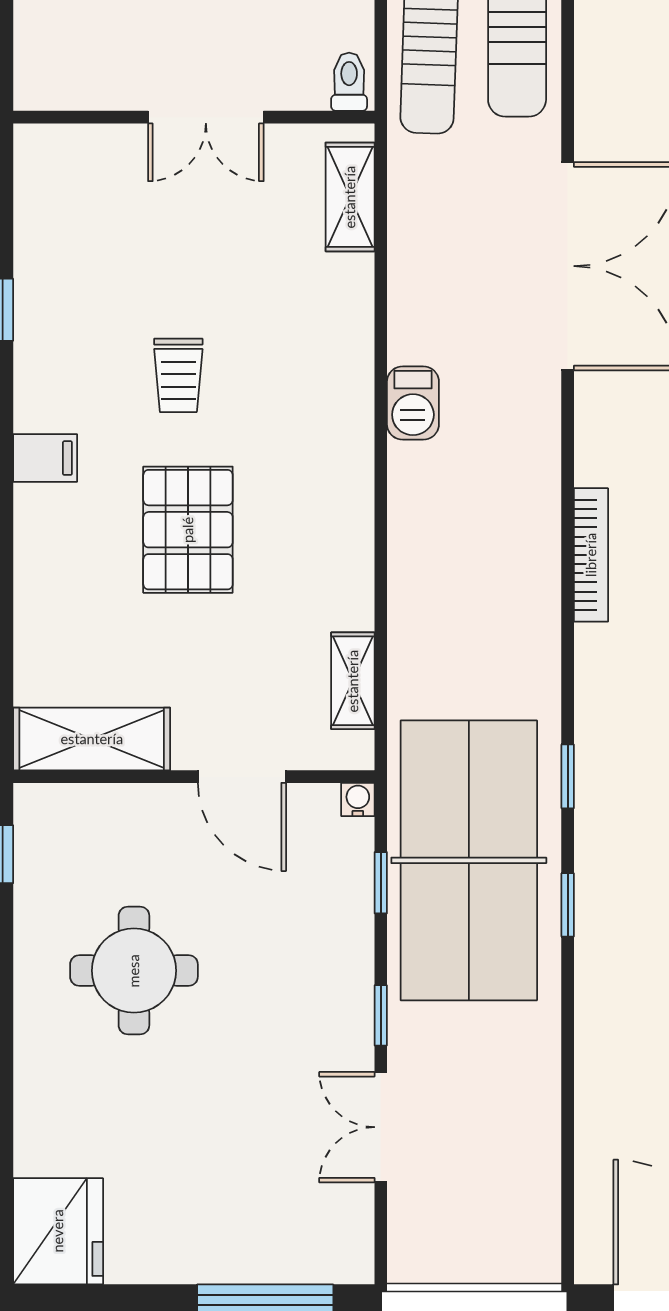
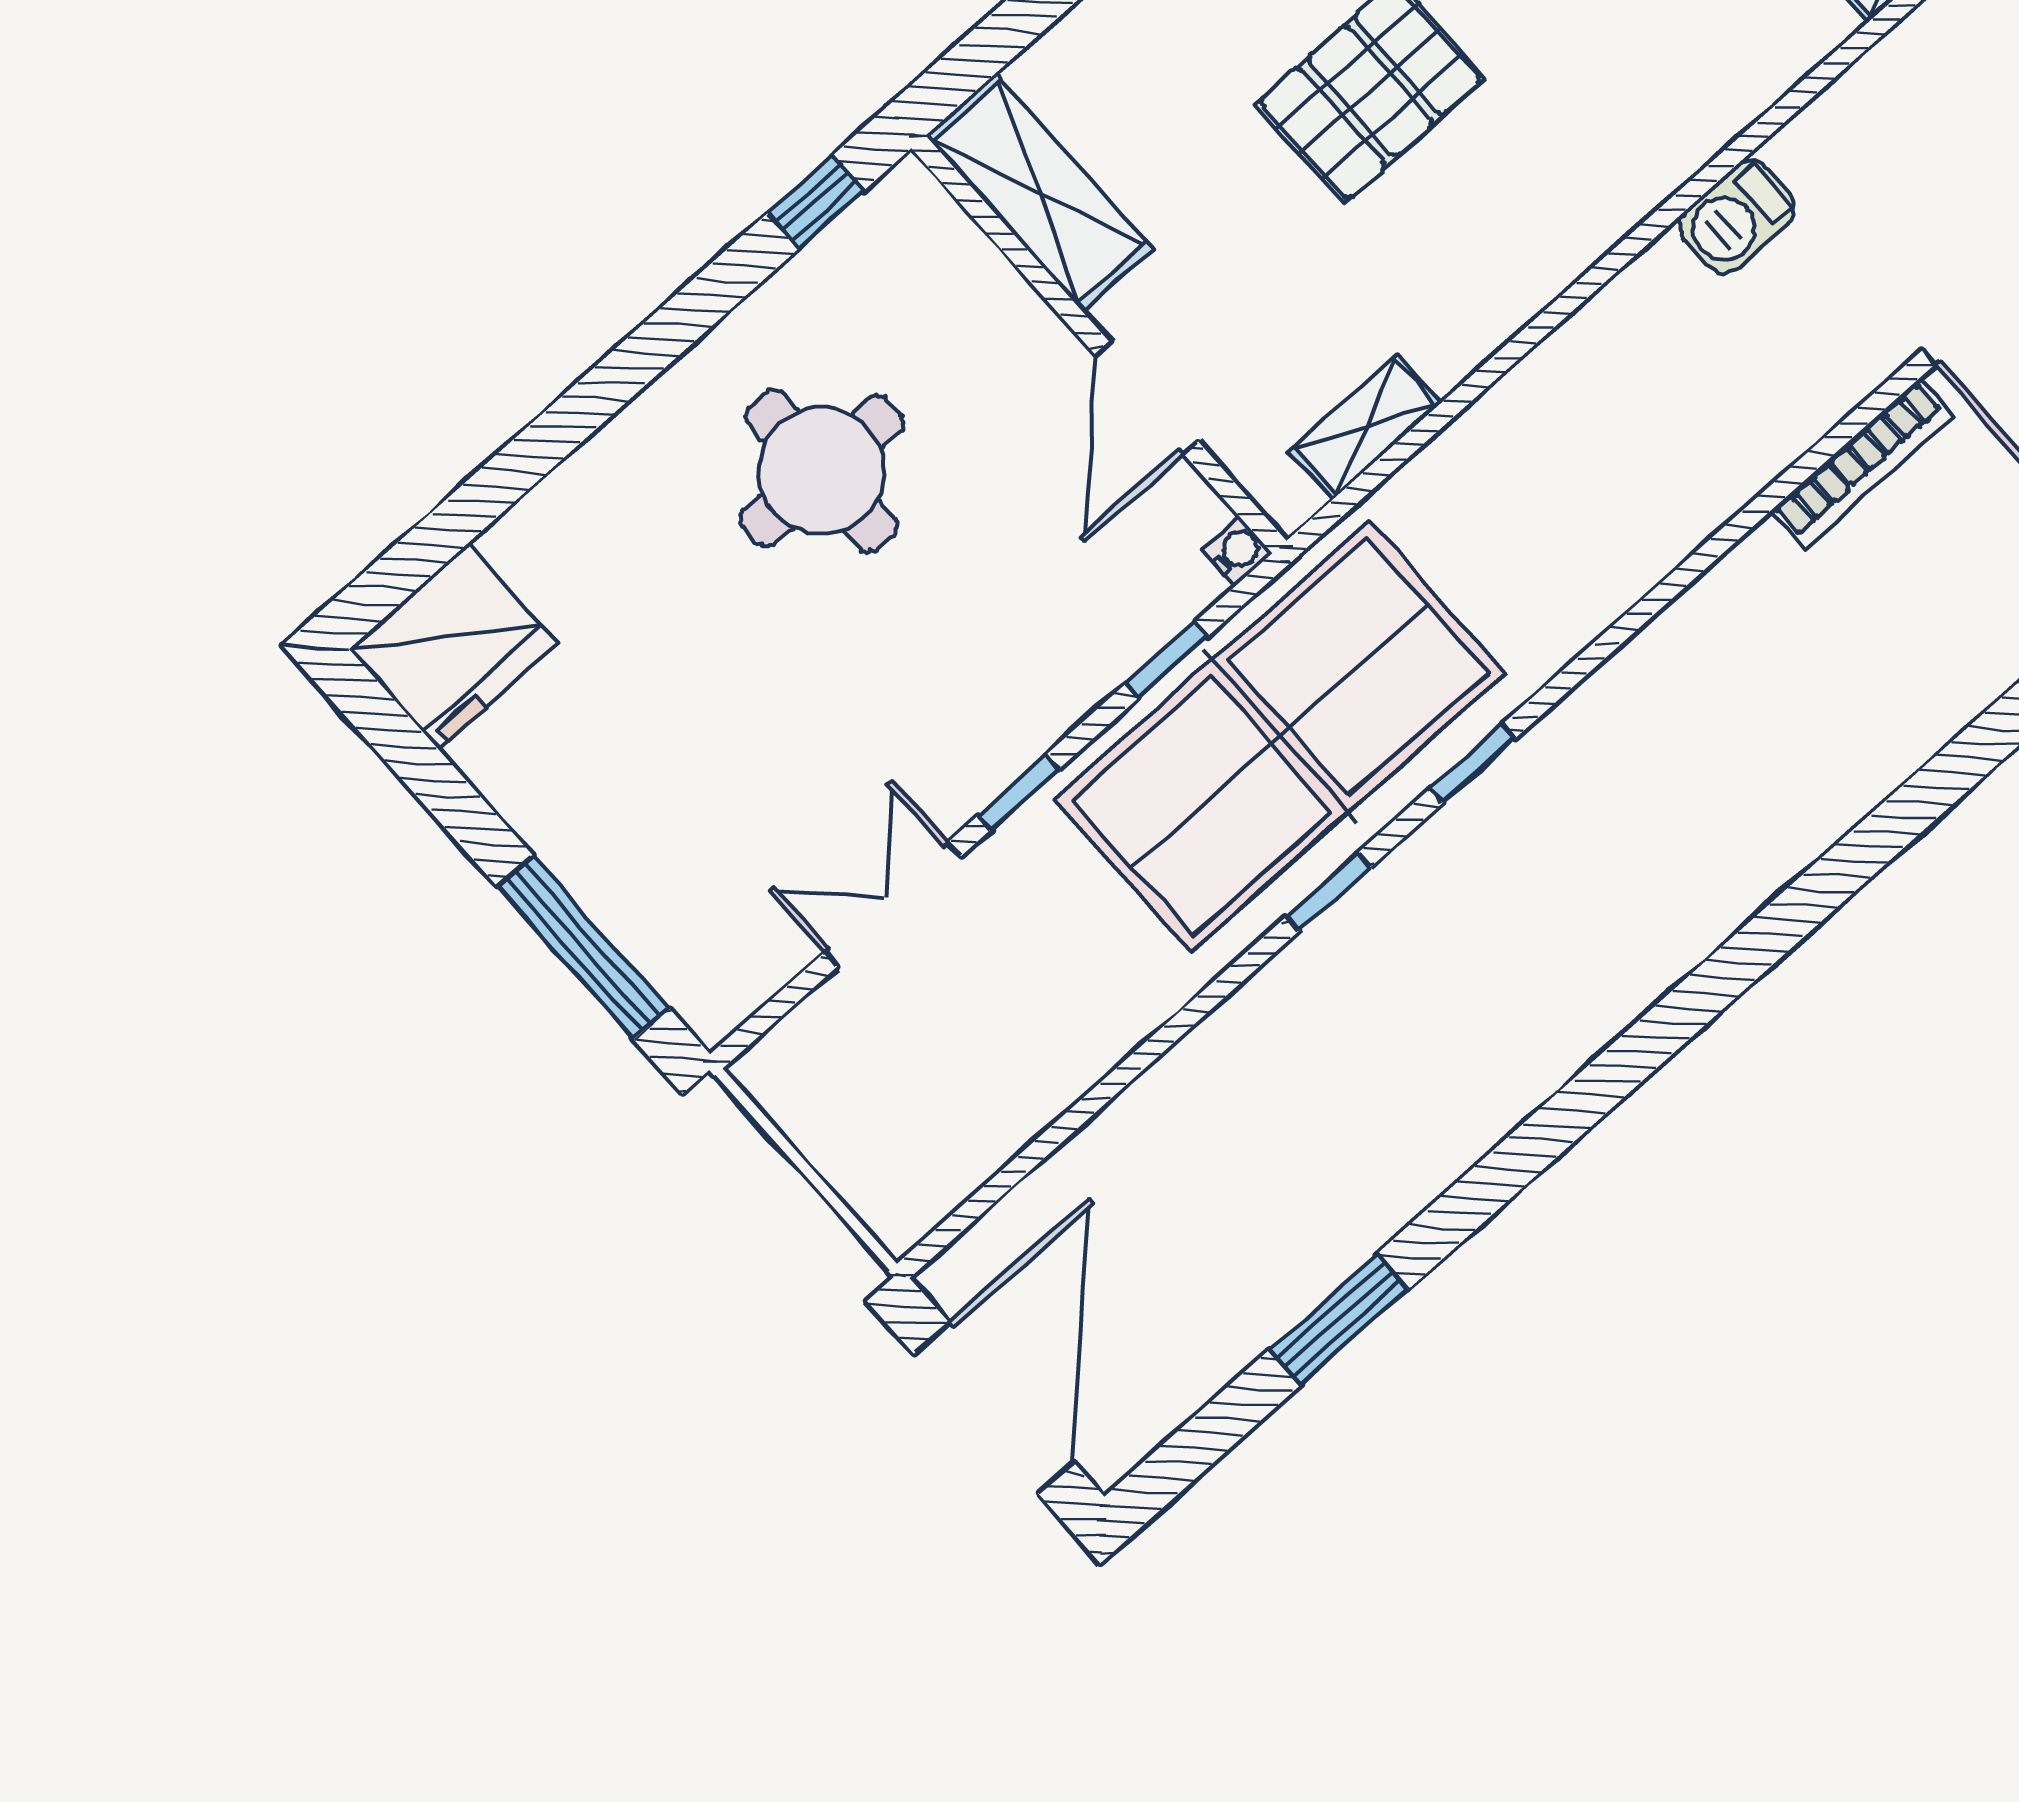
bookcase: (591, 555) -> (1862, 463), moved

